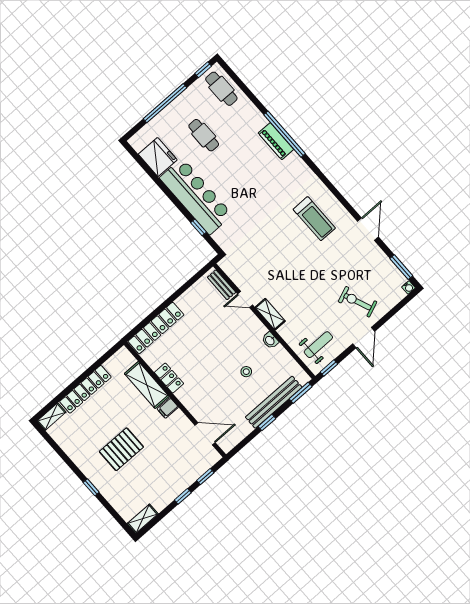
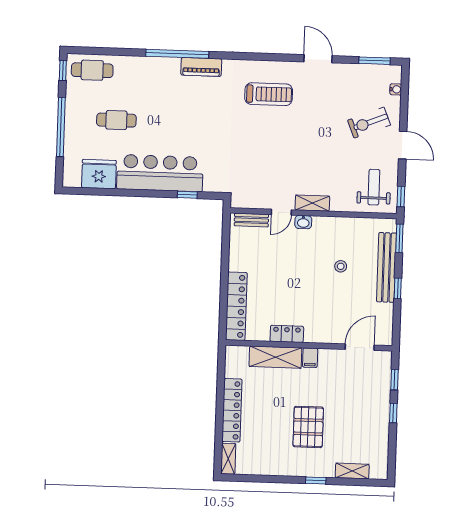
piano: (276, 141) -> (201, 67), moved
water cooler: (408, 287) -> (396, 89), moved
washbasin: (270, 340) -> (303, 222), moved
shelving: (143, 519) -> (352, 471), moved, turned 90

